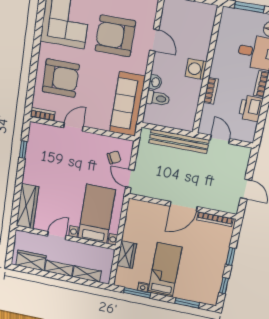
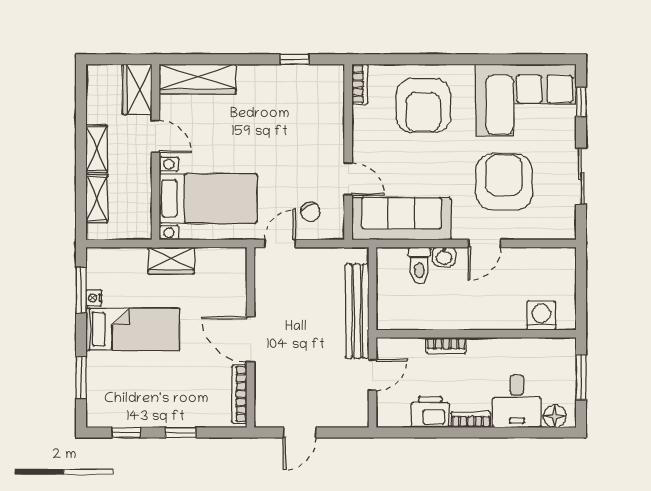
door: (154, 40) -> (485, 243), moved
washing machine: (196, 69) -> (541, 316), moved
door: (73, 127) -> (348, 179), moved
wardrobe: (127, 255) -> (171, 261), moved
wardrobe: (31, 260) -> (137, 89), moved, turned 180

